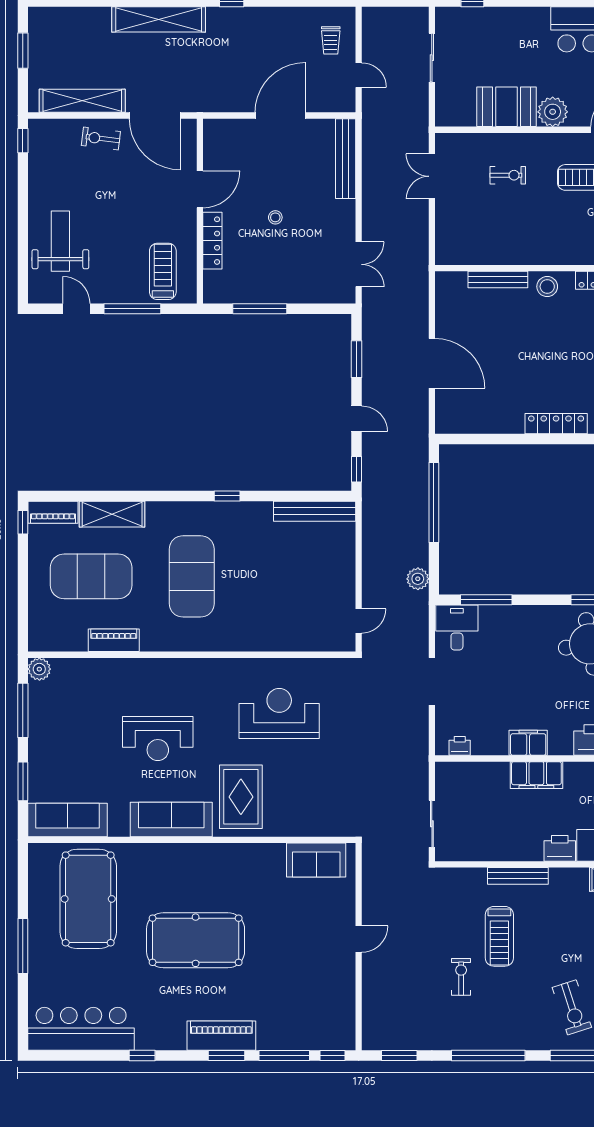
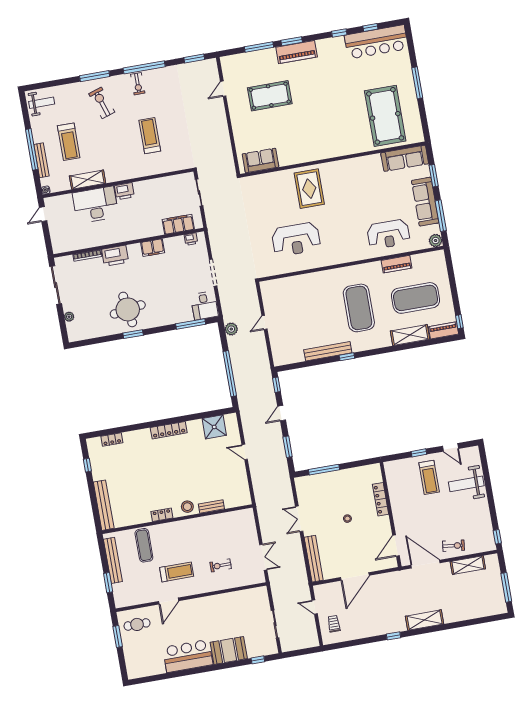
shelving: (159, 19) -> (425, 620), width x0.68
window: (23, 51) -> (506, 587), width x1.44
shelving: (82, 101) -> (468, 565), width x0.68
booth: (507, 107) -> (229, 650), moved
plant: (553, 112) -> (202, 606), removed
door: (200, 189) -> (396, 546), moved
weight bench: (60, 241) -> (466, 484), turned 90
double door: (359, 264) -> (299, 519), moved
treadmill: (163, 271) -> (429, 477), moved
bench: (498, 279) -> (211, 506), width x0.73
window: (132, 309) -> (419, 453), width x0.46
window: (260, 309) -> (324, 470), moved
door: (432, 363) -> (245, 452), width x0.53
shower: (477, 416) -> (214, 427), added
door: (357, 419) -> (282, 413), hinge flipped
bench: (315, 511) -> (328, 351), moved
door: (359, 621) -> (264, 322), moved
reception desk: (158, 739) -> (388, 234), moved, turned 180
filing cabinet: (536, 775) -> (178, 224), moved
sofa: (171, 819) -> (425, 202), moved, turned 90
bench: (518, 876) -> (145, 172), removed
door: (359, 939) -> (223, 89), moved
pool table: (196, 940) -> (270, 96), moved, width x0.73, depth x0.76
exercise bike: (461, 977) -> (138, 84), moved
window: (333, 1056) -> (370, 27), moved

